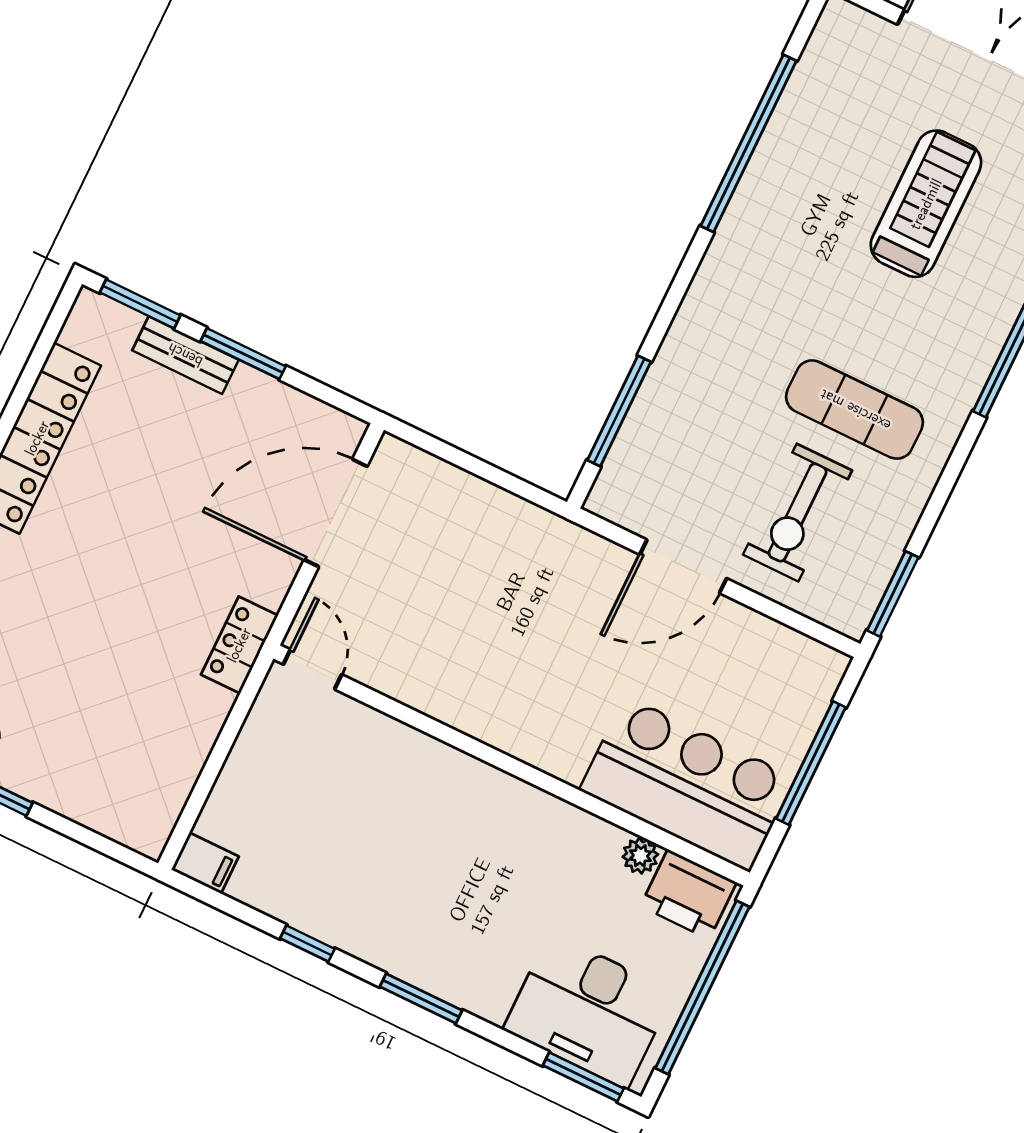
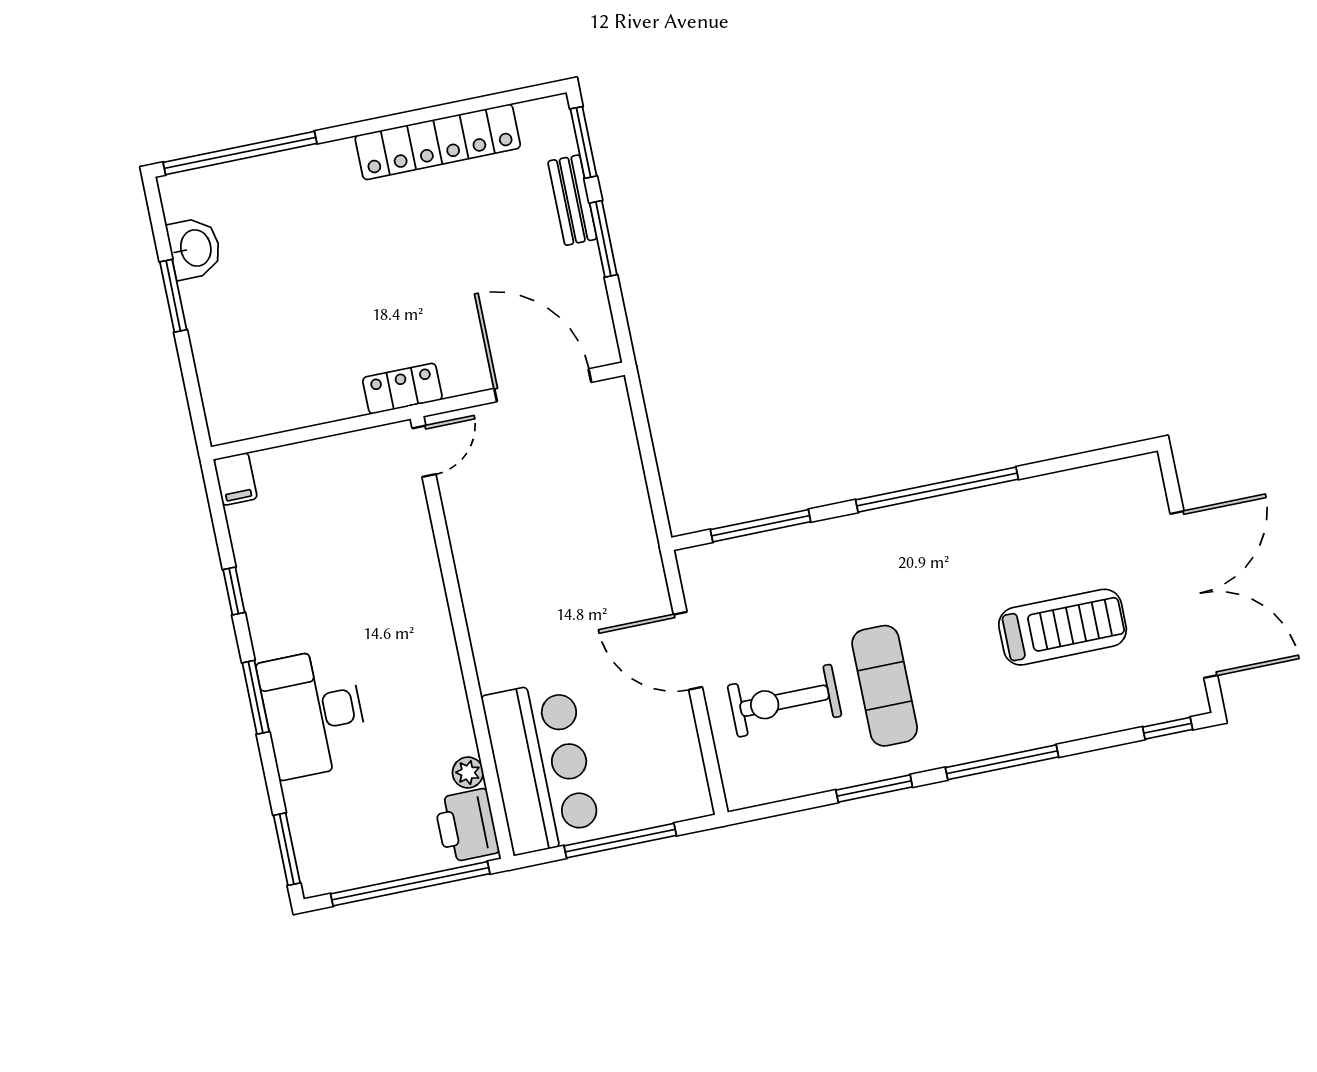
window: (749, 143) -> (937, 490), moved
window: (893, 594) -> (874, 789), moved
desk: (588, 1011) -> (313, 713), moved

